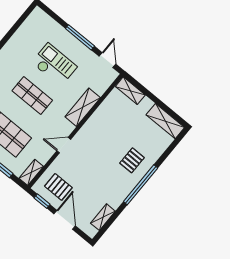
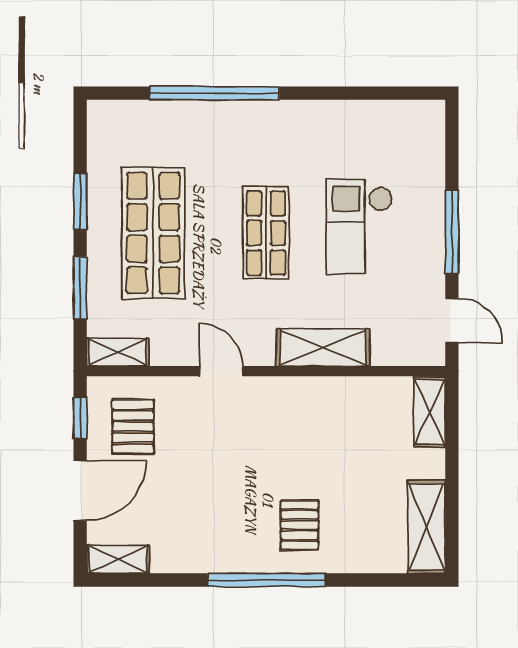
door: (108, 60) -> (452, 321), hinge flipped
checkout: (54, 65) -> (359, 226), turned 180
pallet: (132, 160) -> (300, 525), turned 90
shelving: (103, 217) -> (118, 559), moved

